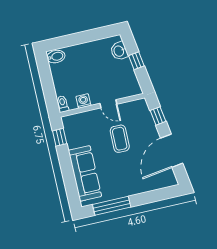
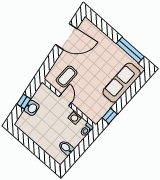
washbasin: (119, 51) -> (32, 108), moved
bidet: (56, 57) -> (66, 148), moved
window: (158, 116) -> (50, 62), removed
coffee table: (120, 139) -> (67, 77), moved

